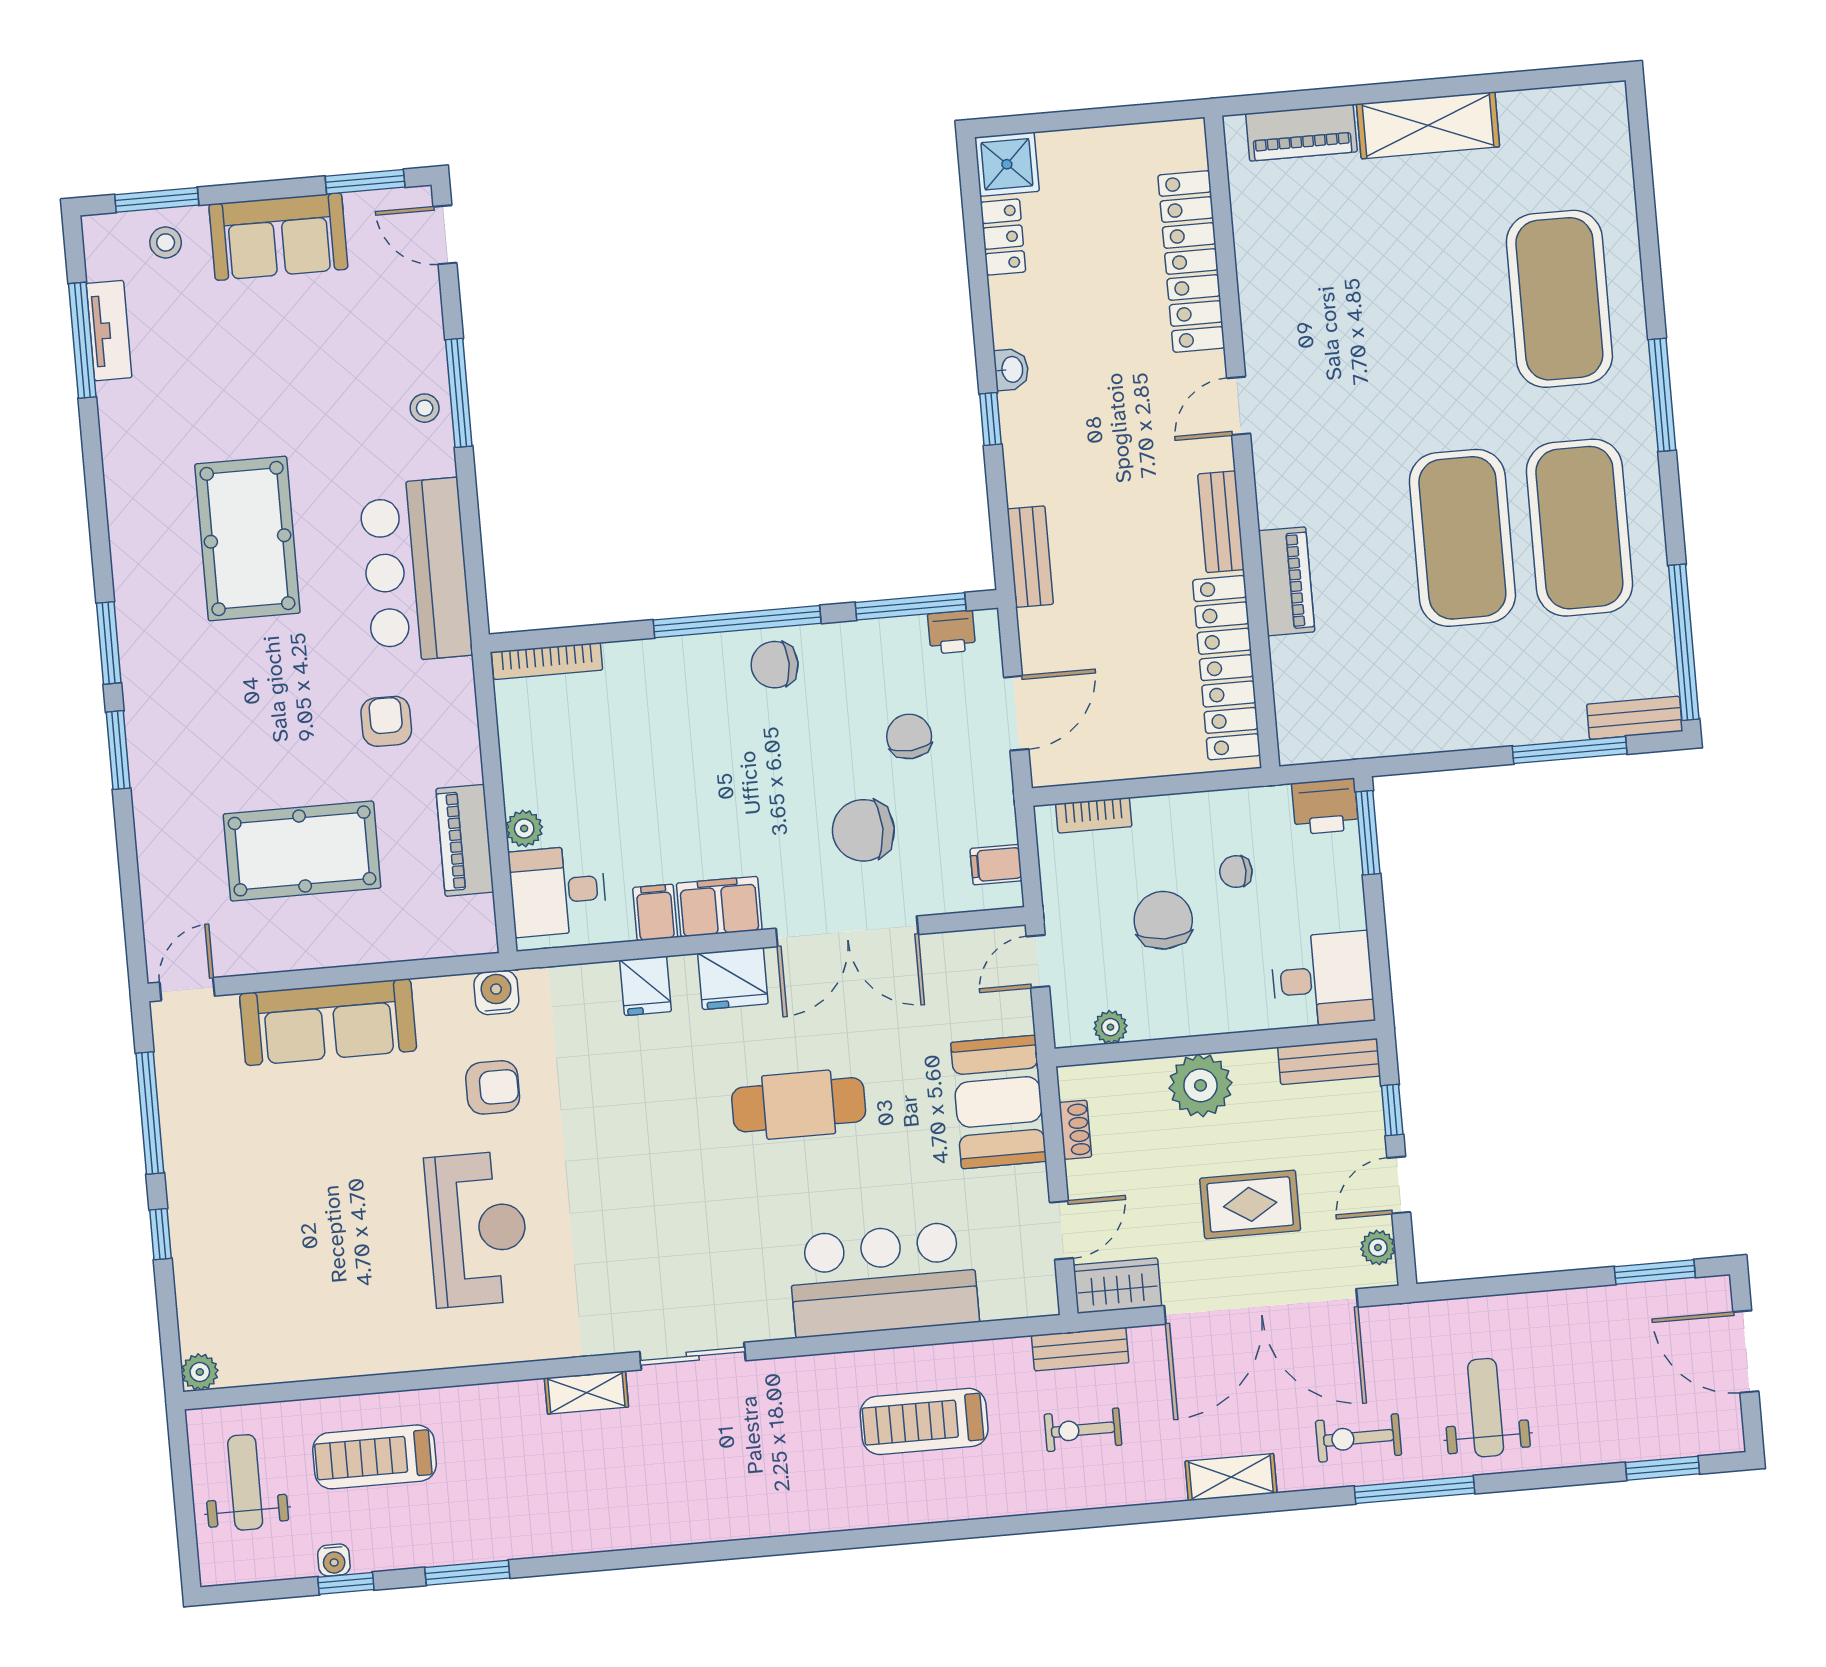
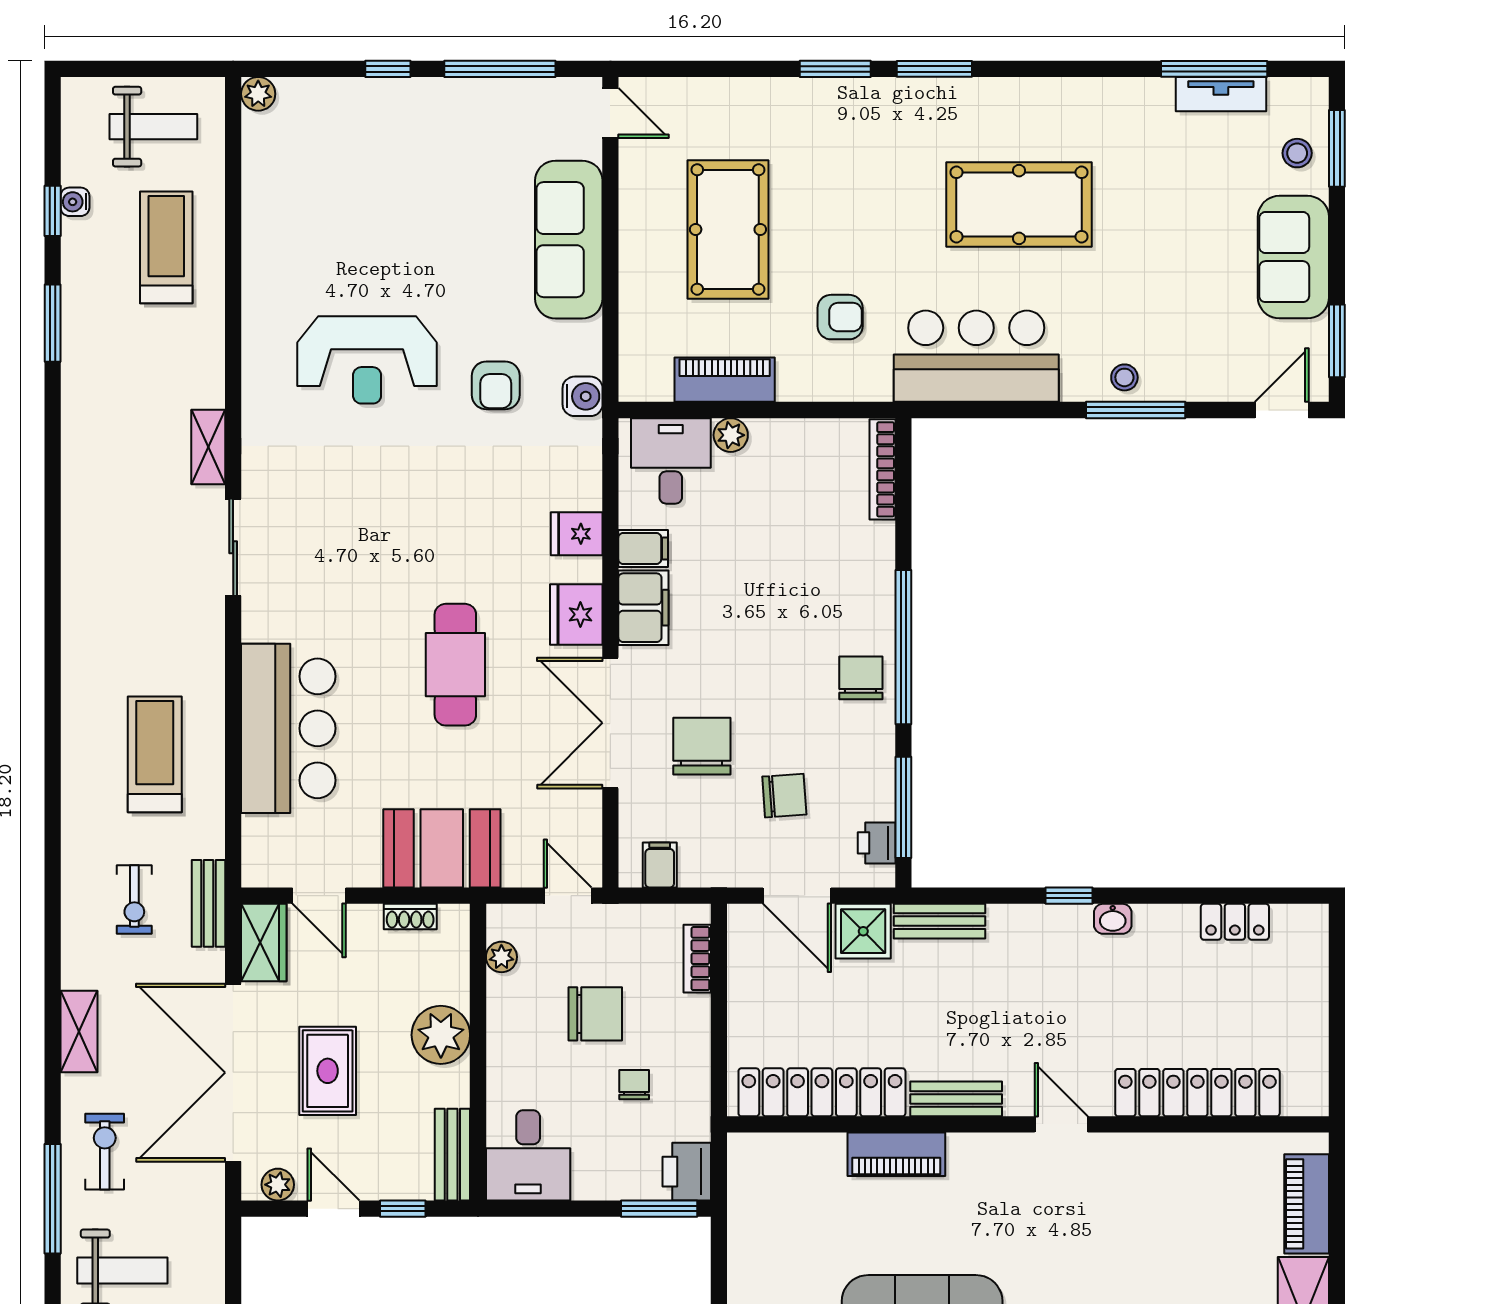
shower: (1007, 164) -> (863, 931), moved
exercise bike: (1083, 1430) -> (134, 899), turned 180

